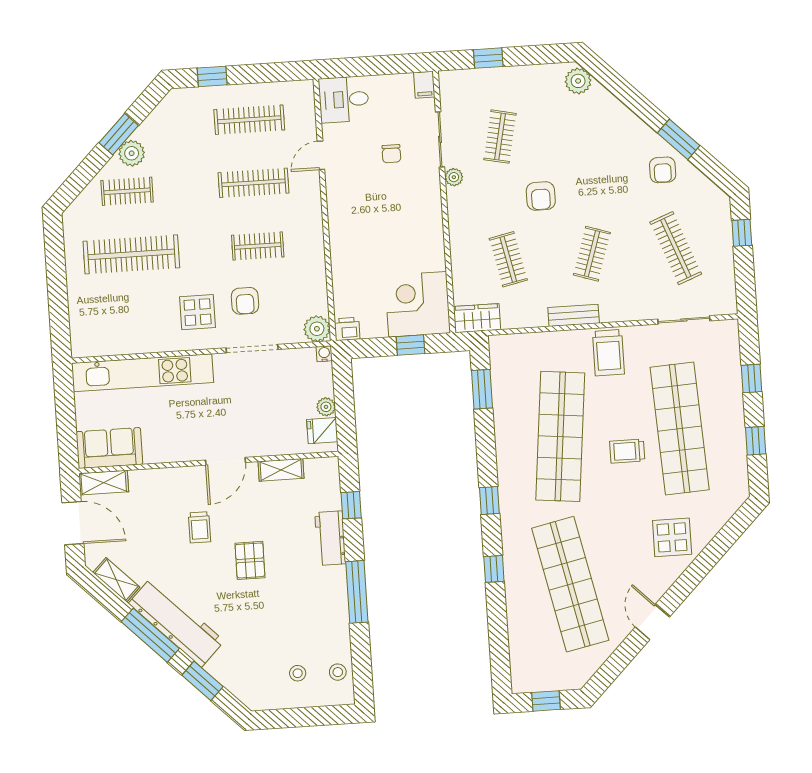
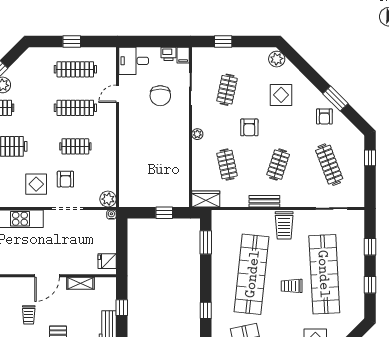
window: (212, 76) -> (72, 42), moved
display table: (589, 139) -> (281, 95), added
chair: (391, 154) -> (160, 96), width x1.87, depth x1.87
plant: (454, 177) -> (197, 134), moved
corner desk: (418, 304) -> (170, 188), removed
printer: (347, 329) -> (169, 54), moved, turned 180
plant: (326, 407) -> (110, 247), removed

